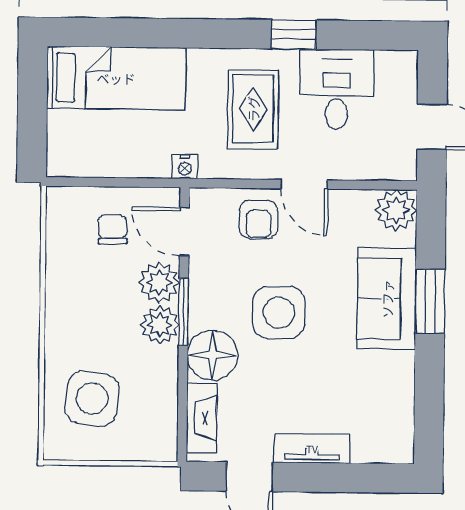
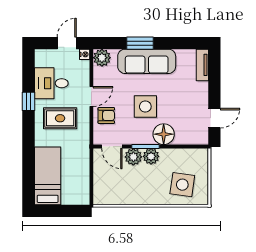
nightstand: (185, 167) -> (85, 54), moved
chair: (112, 229) -> (111, 177), removed
door: (184, 232) -> (112, 147), hinge flipped
sofa: (387, 299) -> (147, 61), width x1.36
fireplace: (202, 418) -> (190, 139), removed
tv unit: (312, 449) -> (202, 65), moved

